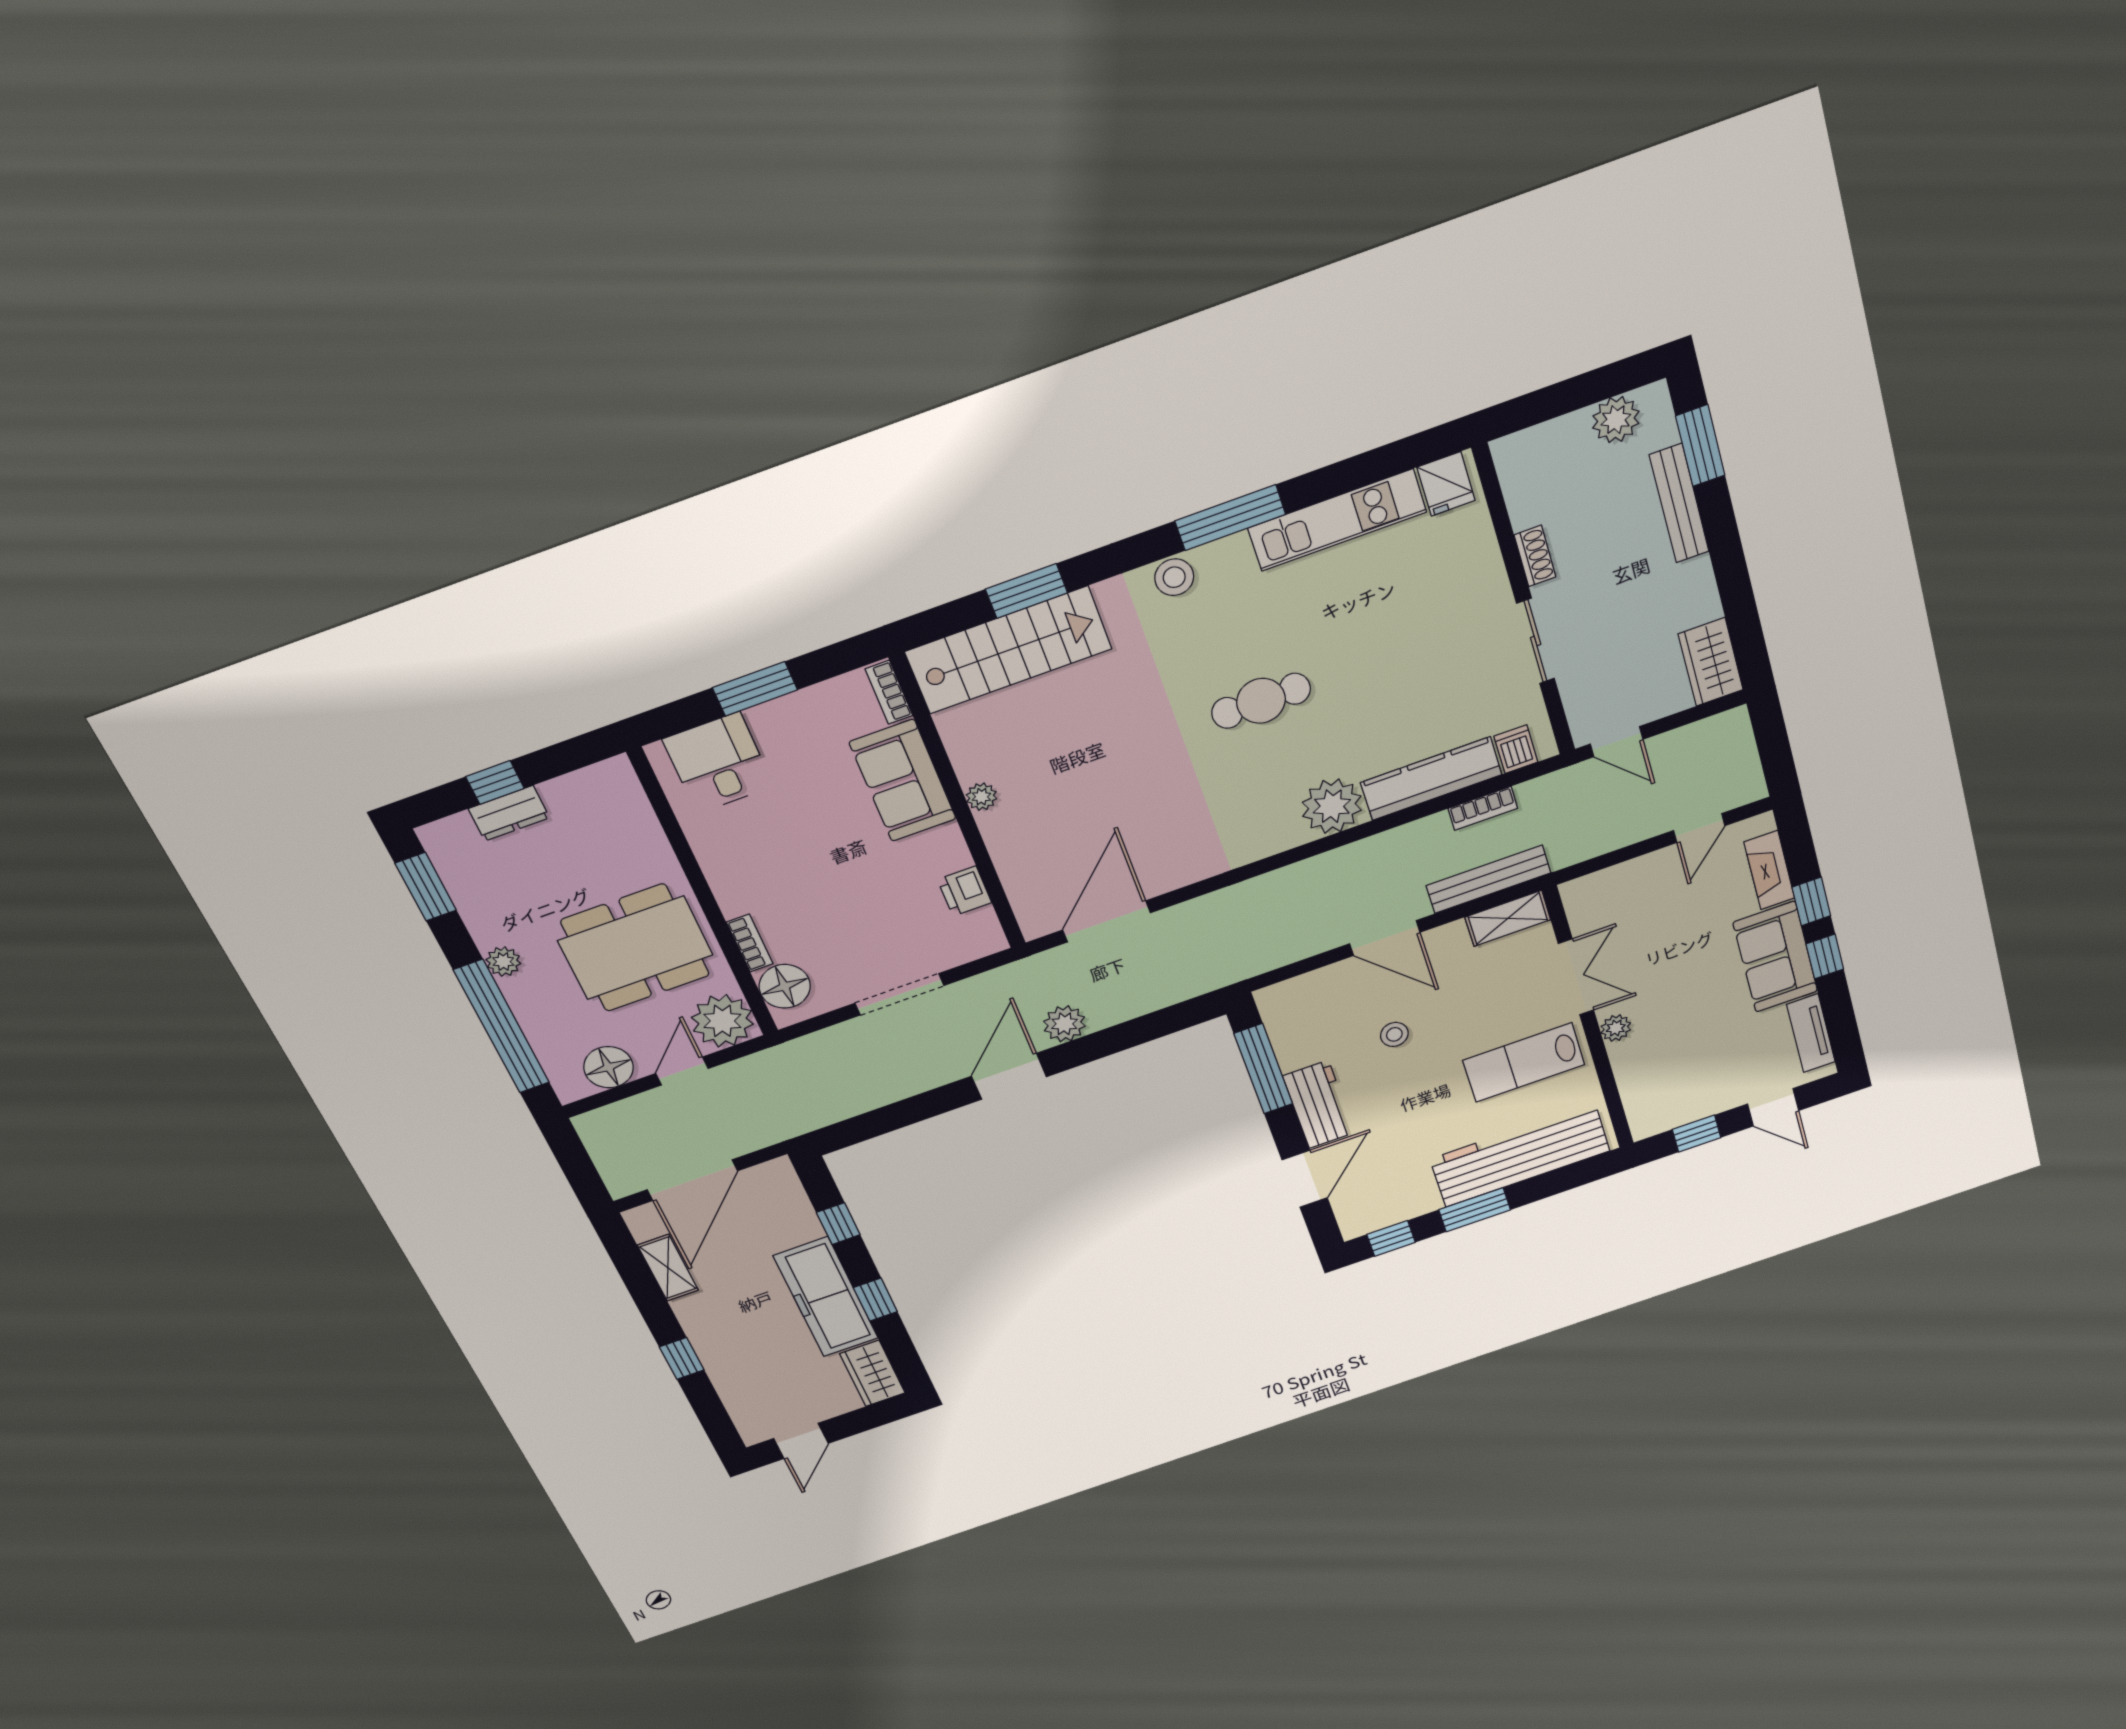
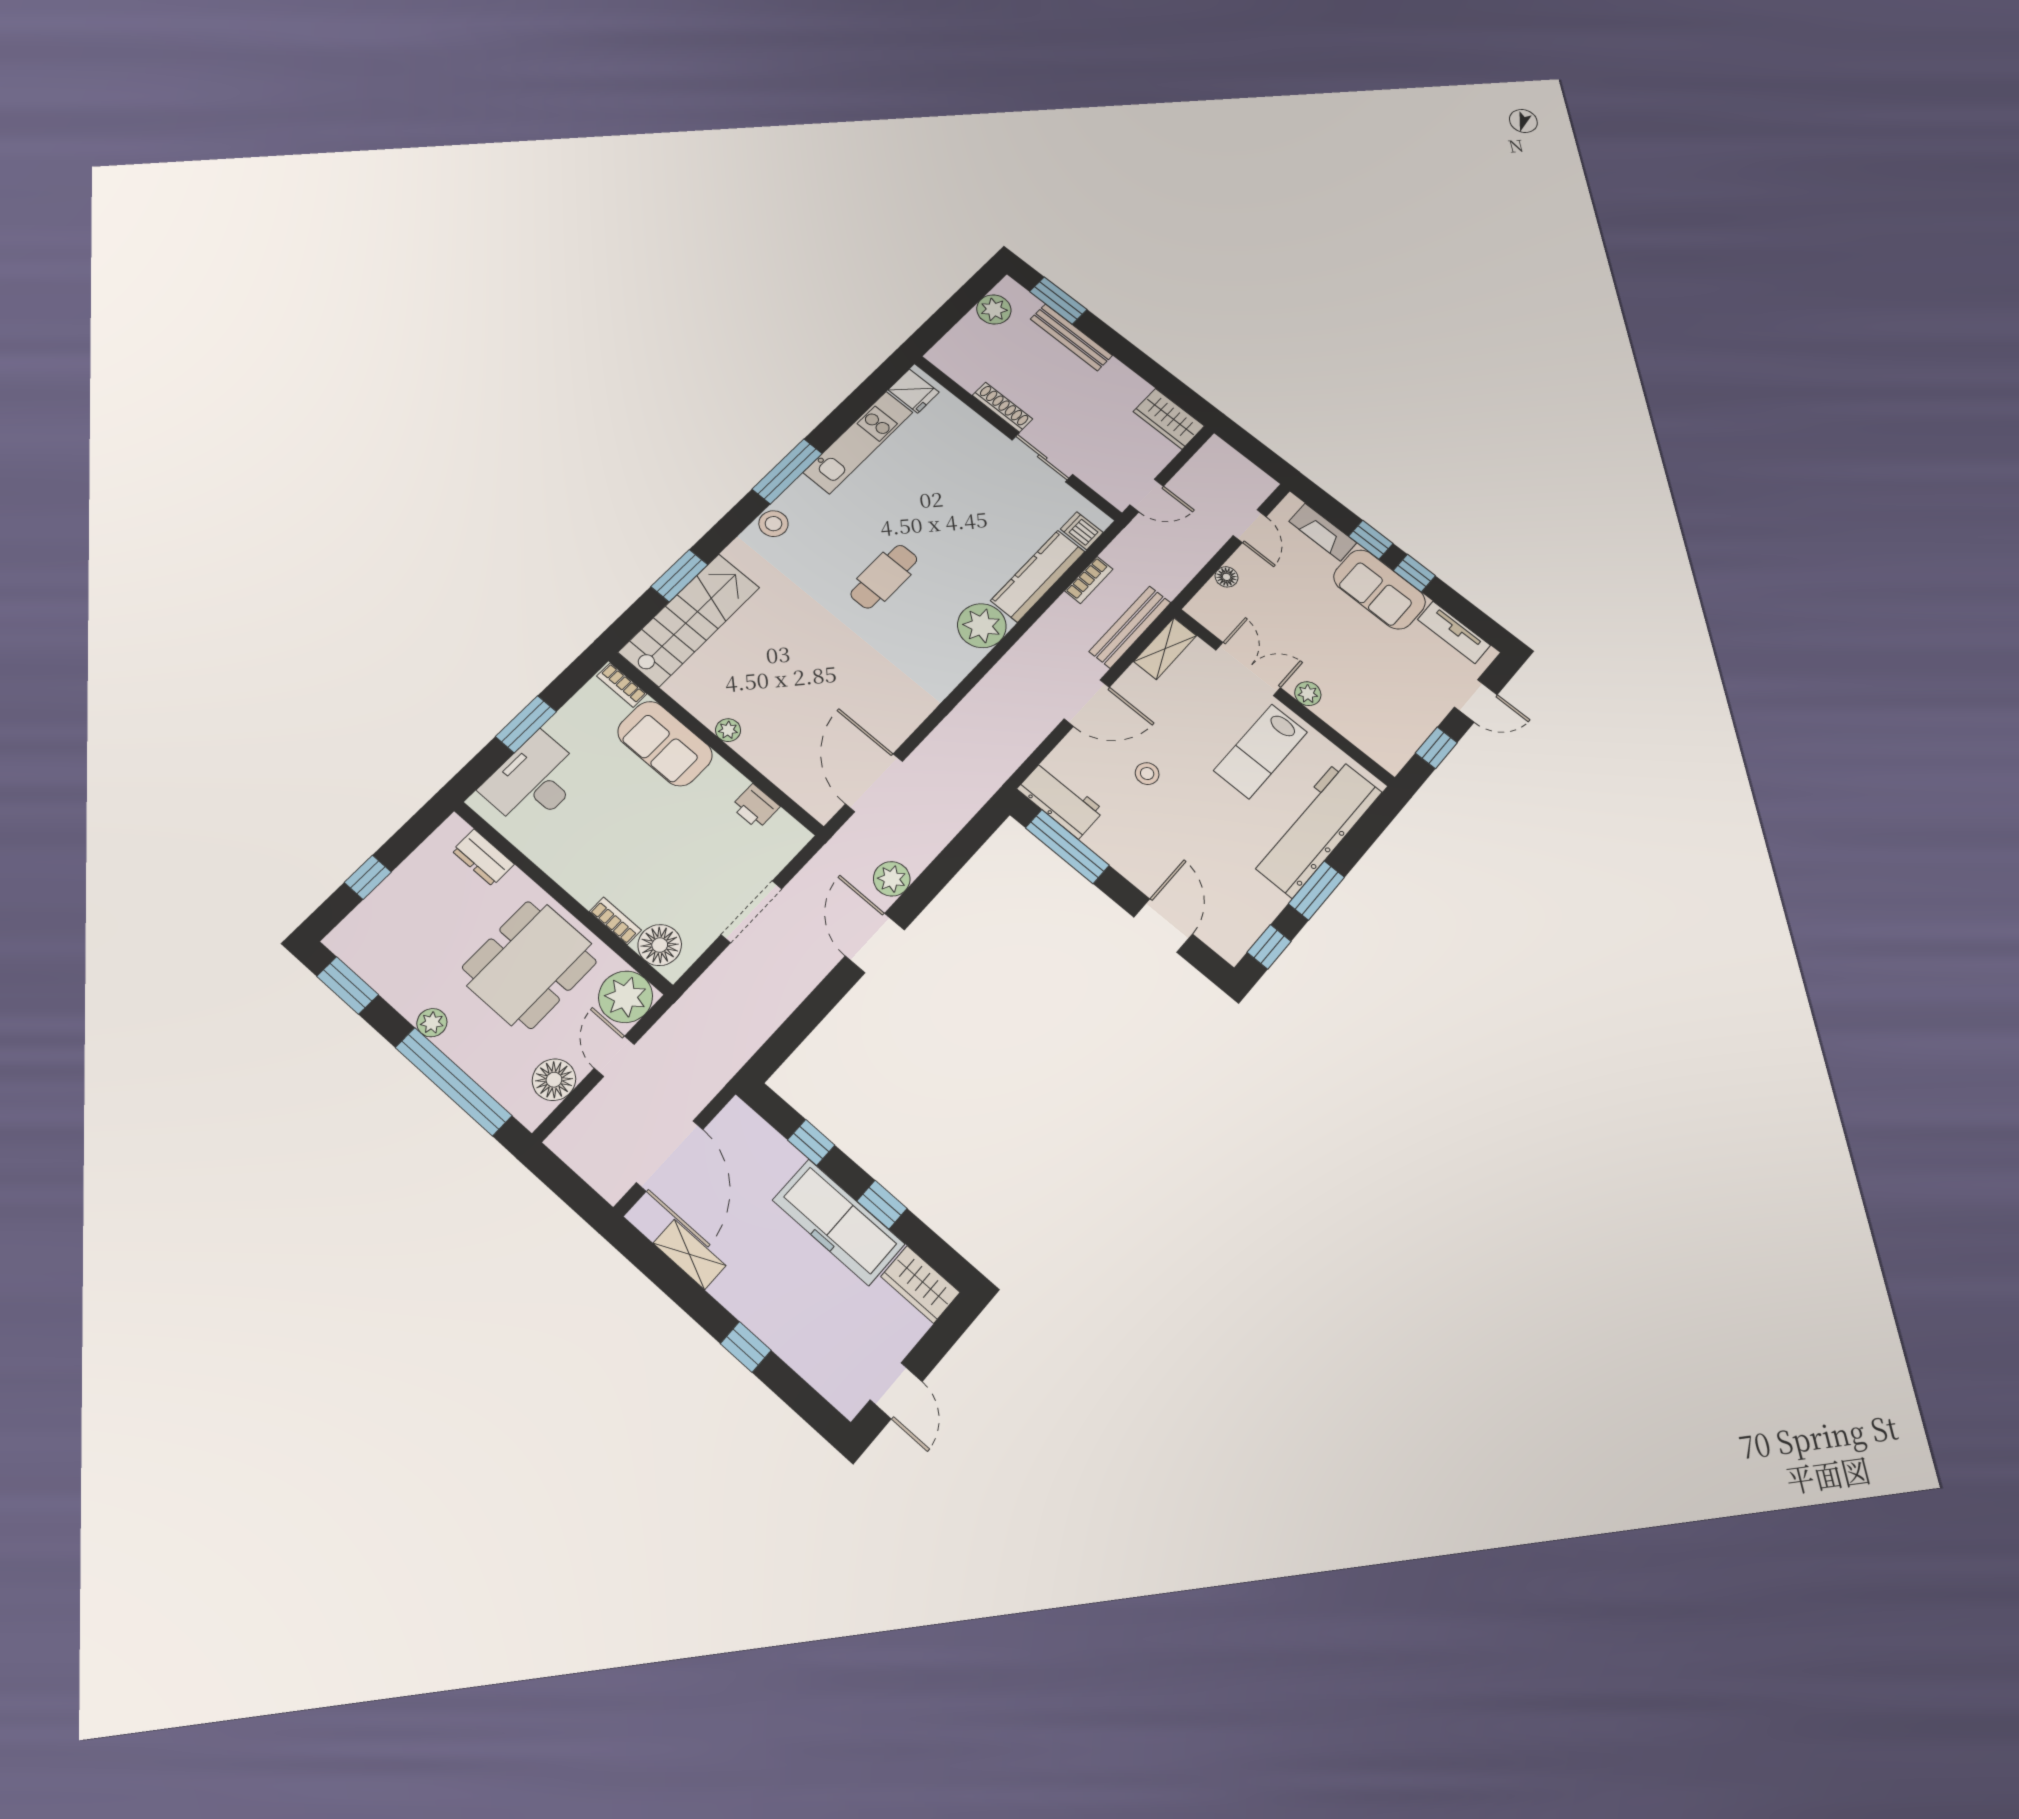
shoe rack: (1535, 556) -> (1002, 407), width x1.43
desk: (718, 763) -> (534, 781), width x1.37
dresser: (509, 813) -> (483, 857), moved, turned 90
floor lamp: (1630, 872) -> (1227, 577), added
workbench: (1319, 1104) -> (1060, 800), moved

